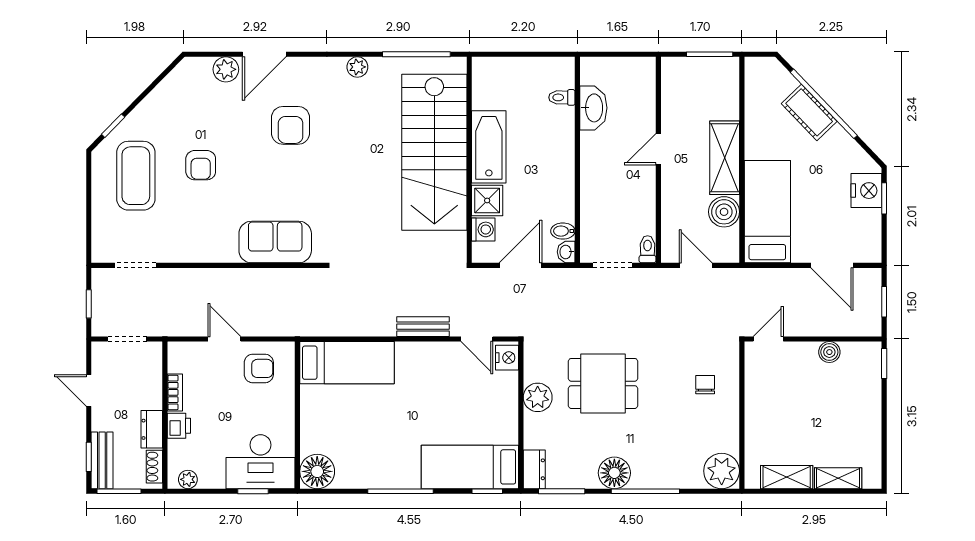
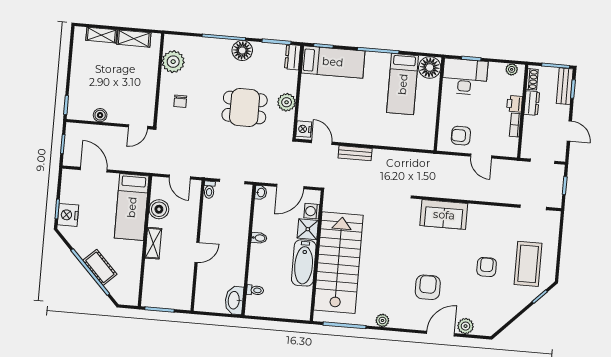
washbasin: (593, 108) -> (234, 300), moved
shelving: (725, 158) -> (153, 243), width x0.67, depth x0.75
bidet: (563, 231) -> (259, 238), moved
bed: (347, 363) -> (403, 84), moved, turned -90
plant: (722, 471) -> (173, 62), moved

